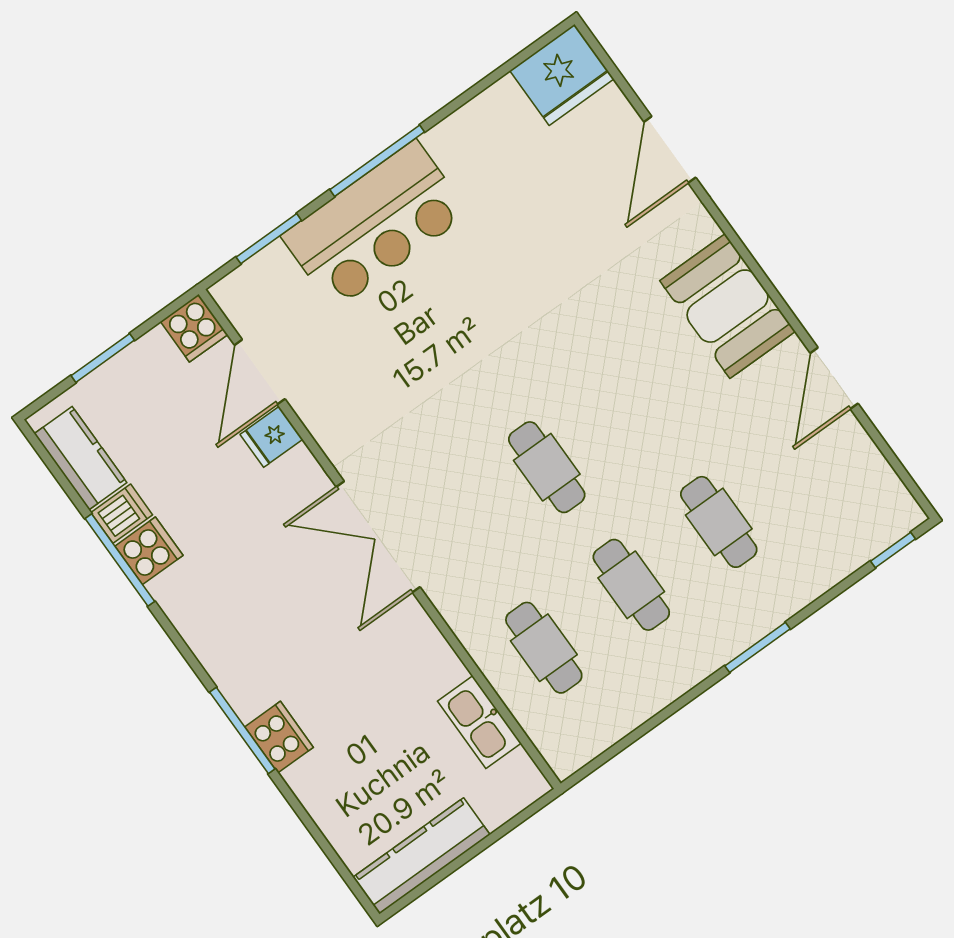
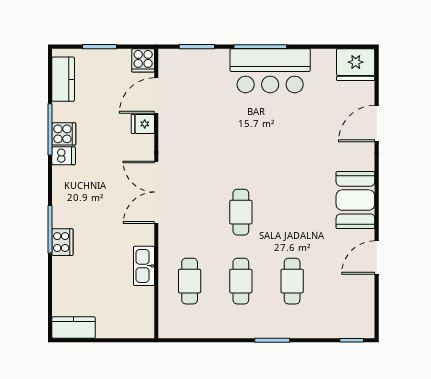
bar counter: (375, 225) -> (270, 71), moved
dishwasher: (122, 514) -> (64, 156), moved
kitchen sink: (479, 722) -> (144, 266), moved
kitchen counter: (421, 856) -> (74, 328), width x0.67

